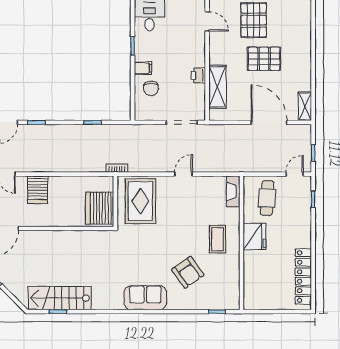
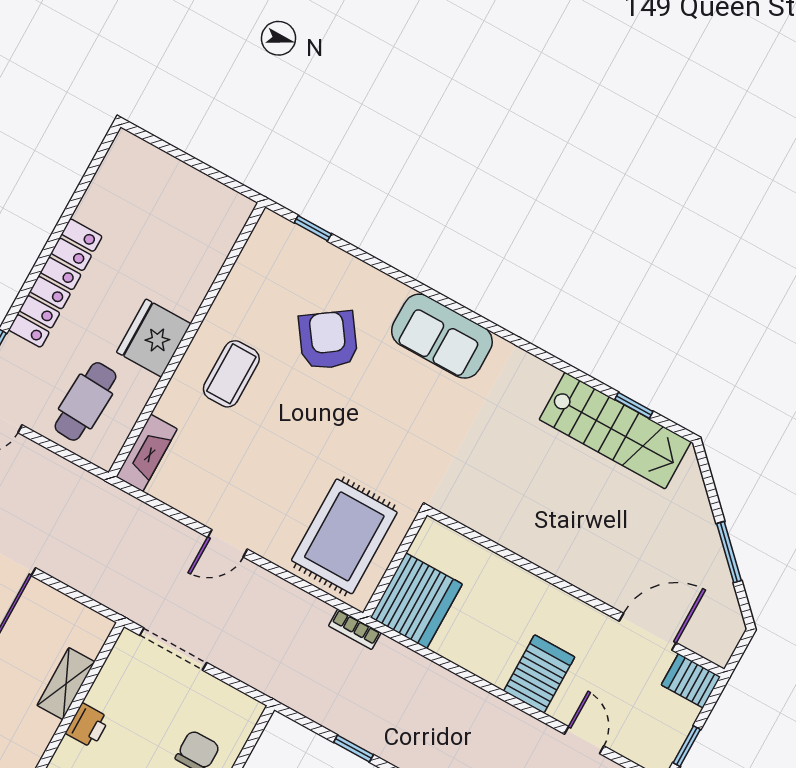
shelving: (217, 87) -> (66, 684), width x0.67, depth x0.75
server rack: (100, 208) -> (416, 601), moved
locker: (303, 276) -> (55, 283), moved

